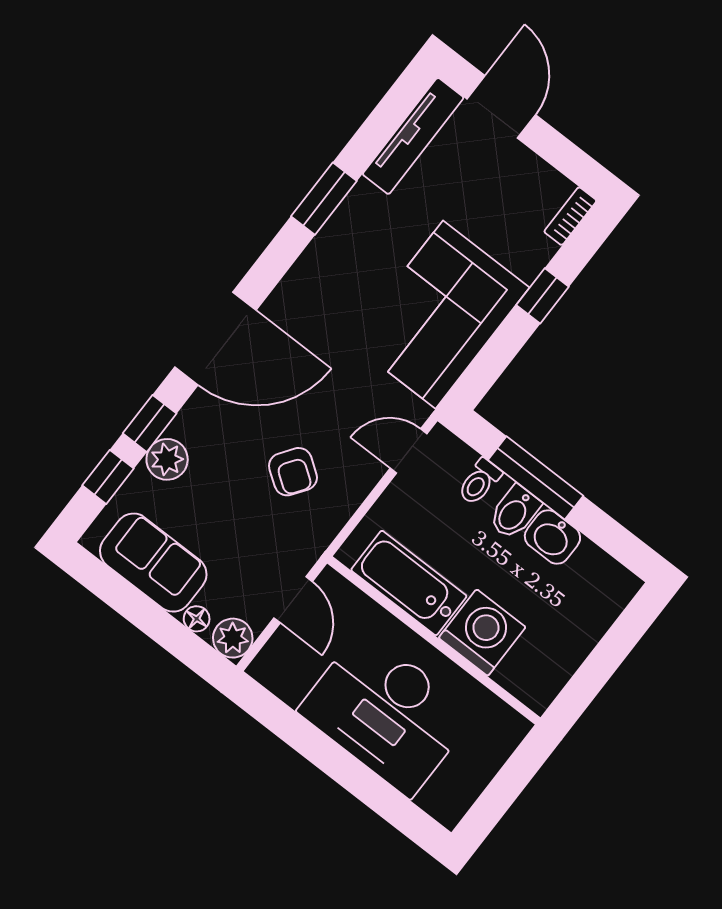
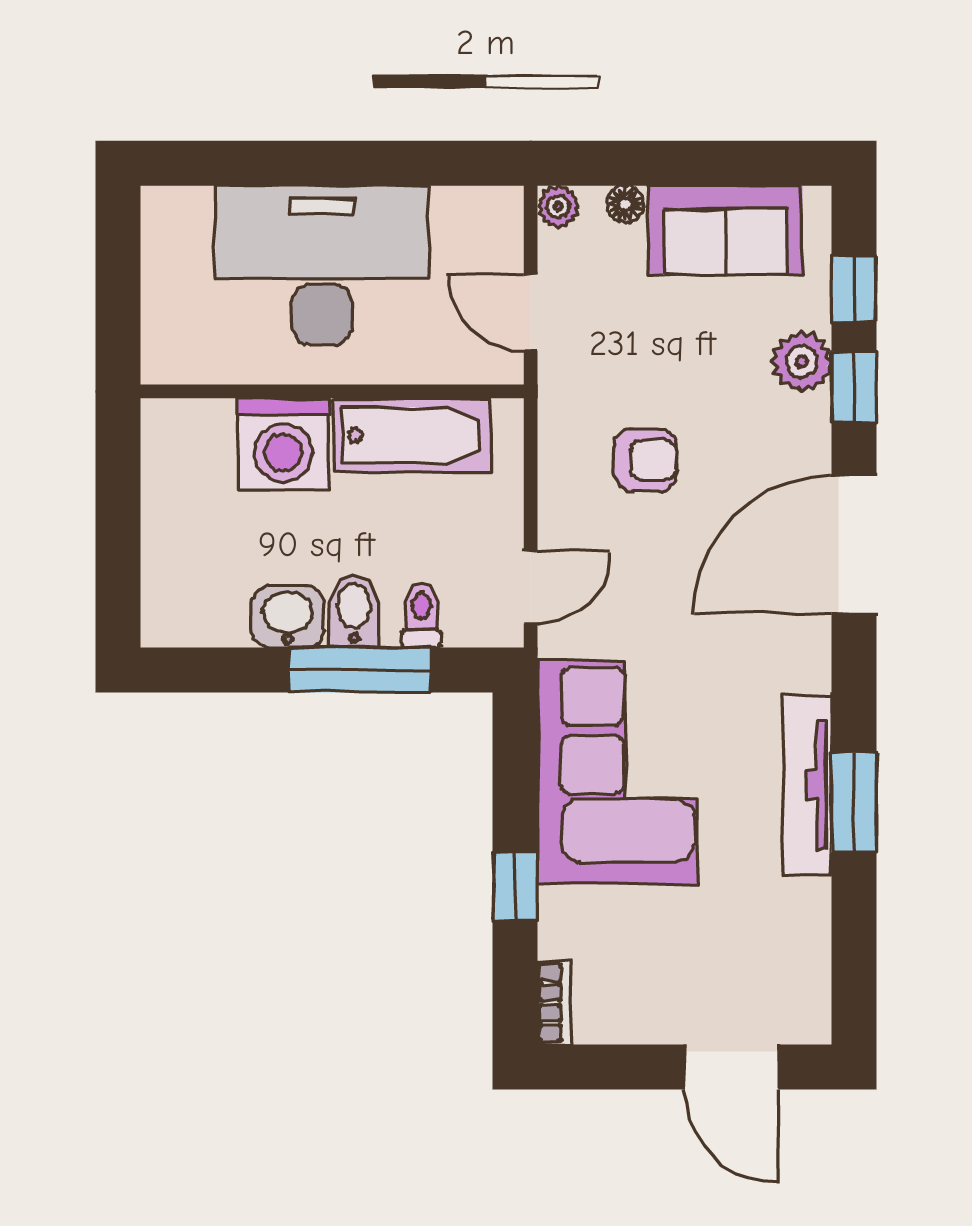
tv unit: (413, 136) -> (807, 785), moved
armchair: (293, 472) -> (646, 460), turned 145
plant: (233, 638) -> (558, 206), width x0.73, depth x0.73

